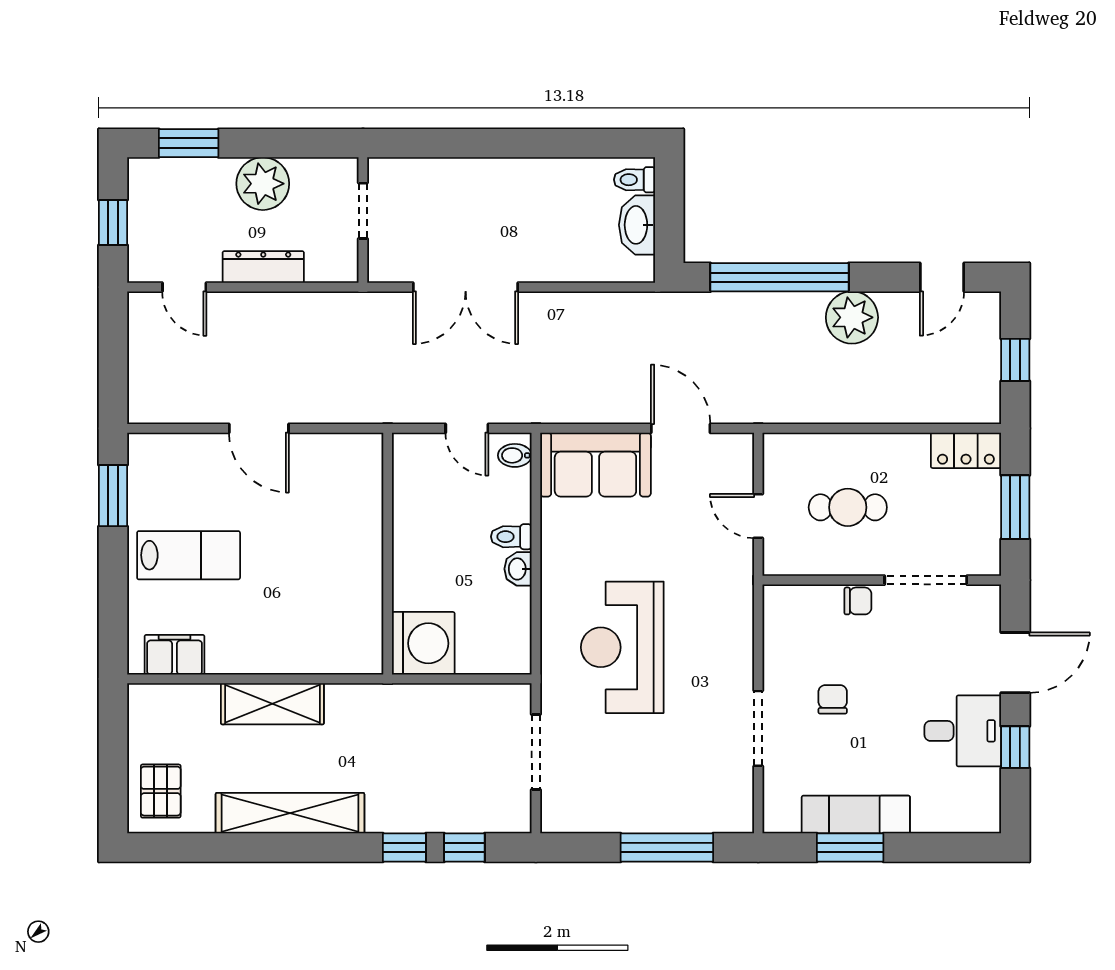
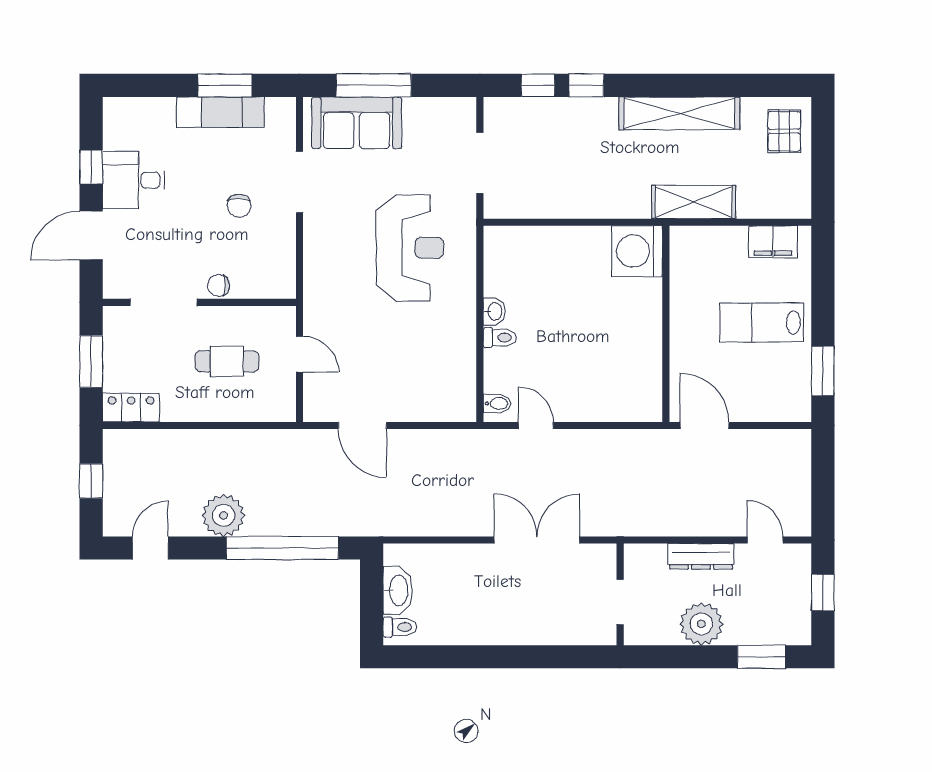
sofa: (595, 465) -> (357, 123), moved, turned 180
wall: (388, 554) -> (666, 324), moved
washing machine: (423, 643) -> (637, 251), moved

